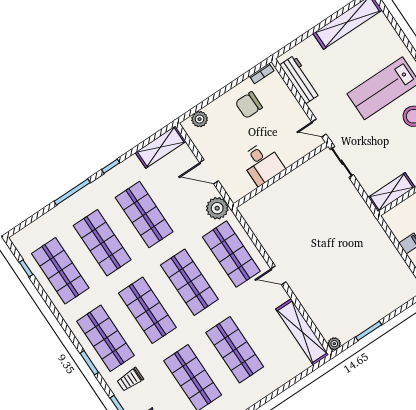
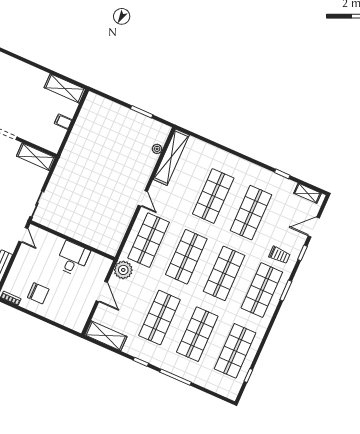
plant: (200, 119) -> (69, 321), removed
plant: (334, 344) -> (157, 149), moved

